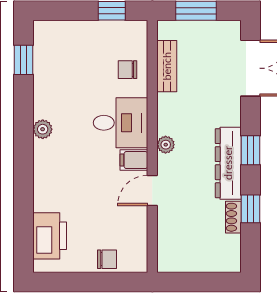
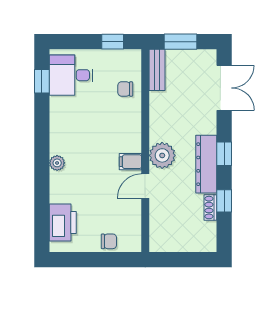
bench: (167, 66) -> (157, 70), moved
desk: (121, 123) -> (71, 75), moved, turned 180
plant: (43, 129) -> (57, 163), moved
plant: (166, 145) -> (162, 155), width x1.87, depth x1.87

